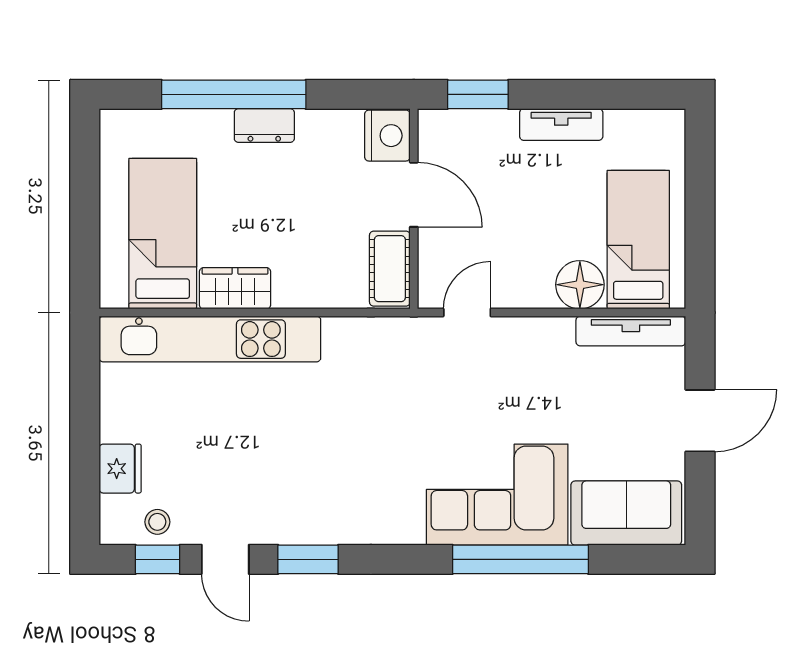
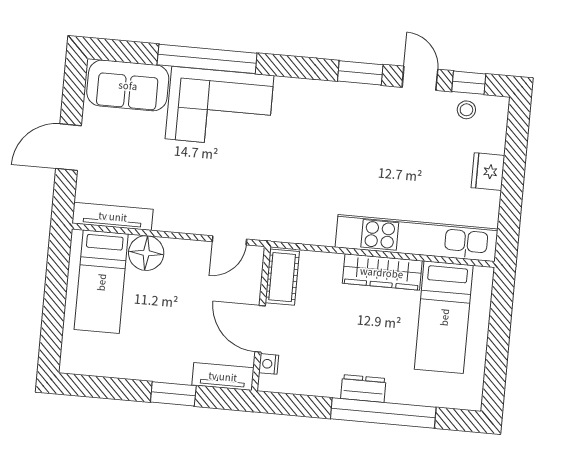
window: (478, 94) -> (173, 394), moved
tv unit: (561, 125) -> (223, 376), moved
nightstand: (387, 136) -> (269, 364), width x0.53, depth x0.56
wardrobe: (235, 288) -> (382, 272), width x1.50
fridge: (120, 469) -> (488, 172), moved

